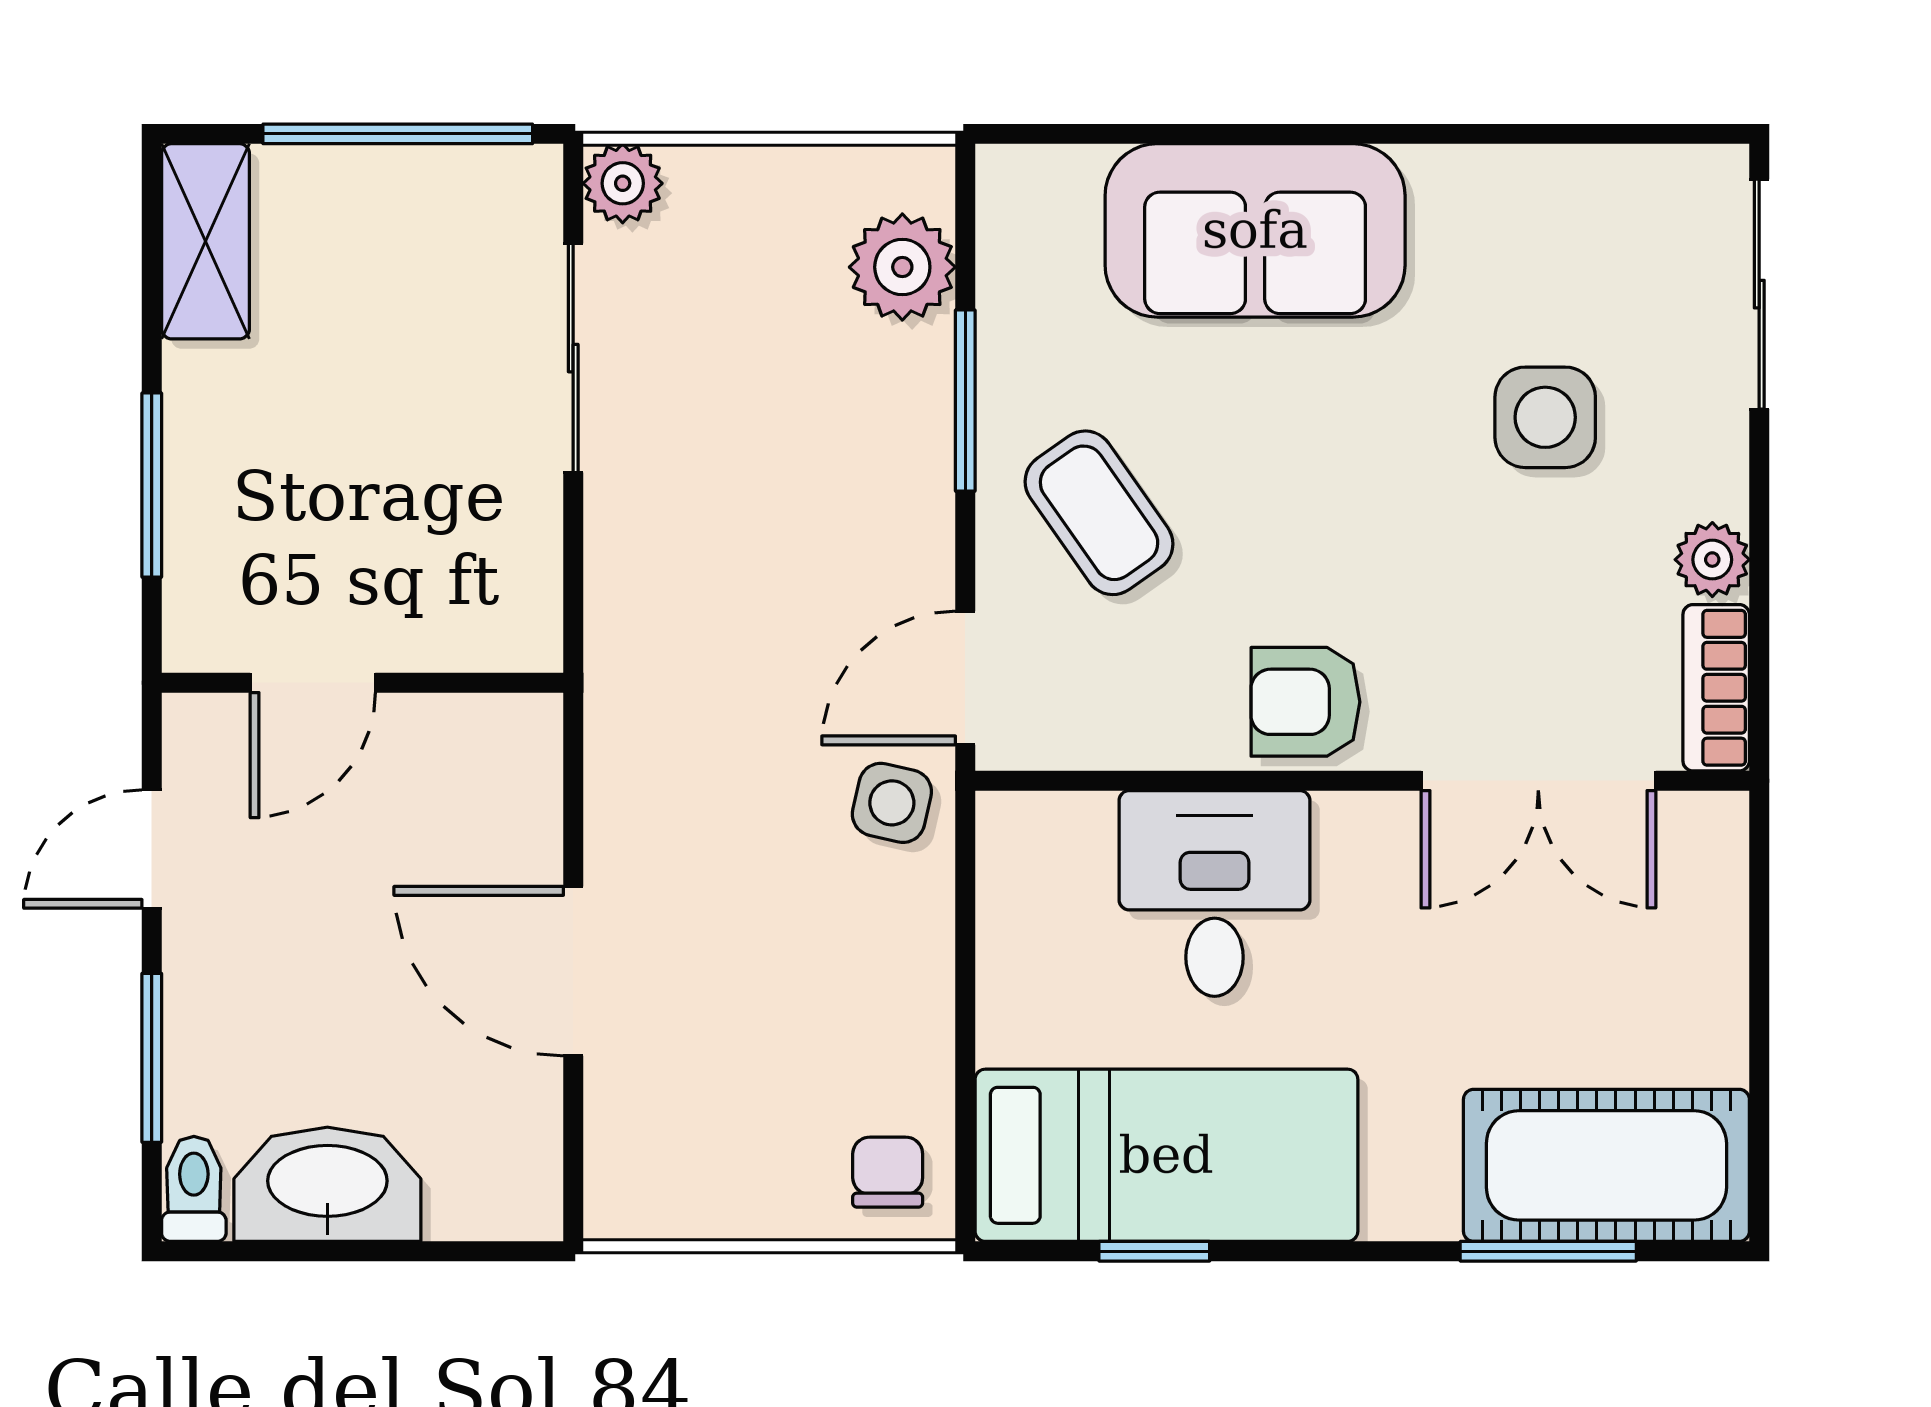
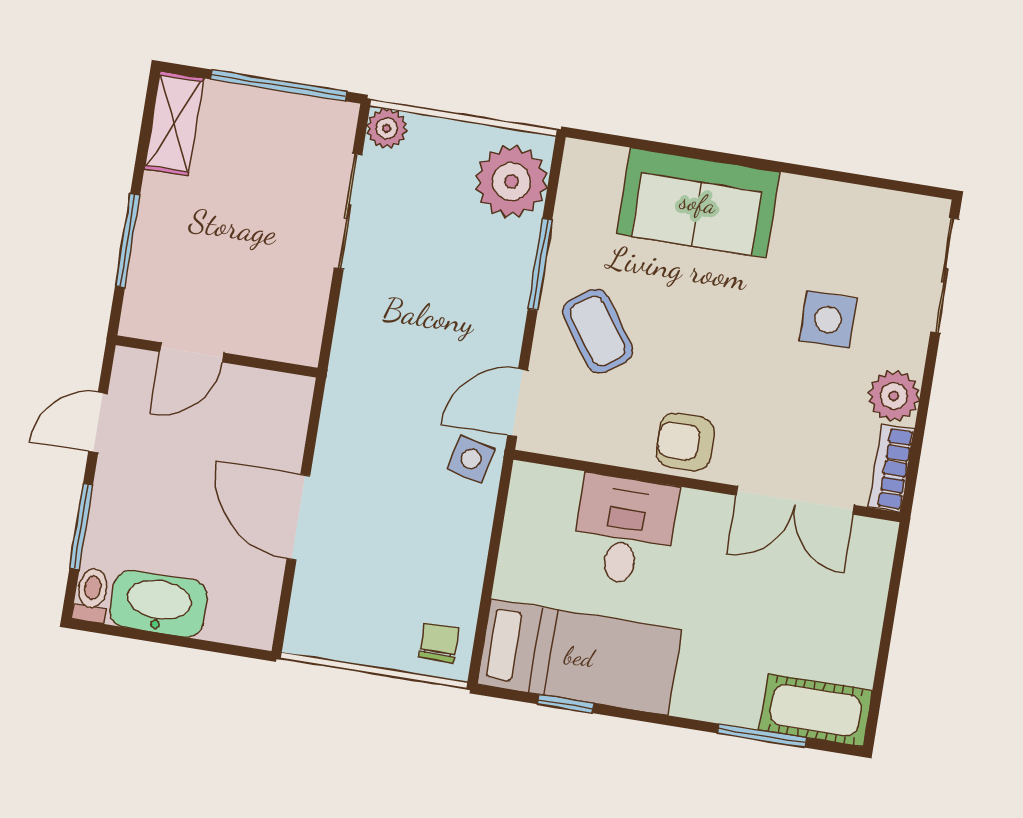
plant: (902, 267) -> (511, 181), width x1.36, depth x1.36
plant: (1712, 560) -> (894, 396), width x1.38, depth x1.38
cot: (1606, 1165) -> (816, 710), width x0.73, depth x0.75

